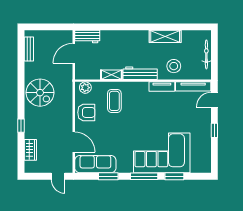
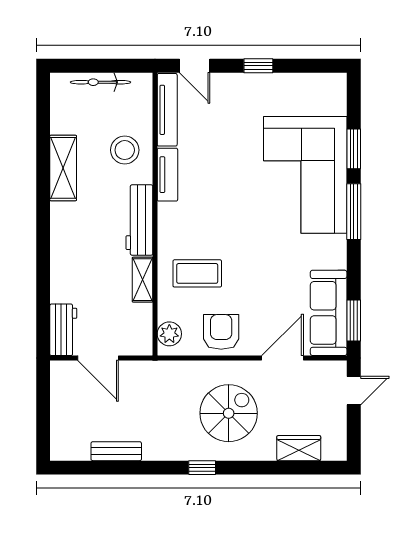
bench: (29, 49) -> (116, 451), moved
spiral stairs: (40, 93) -> (229, 413), moved
window: (21, 126) -> (202, 468), moved
window: (108, 176) -> (354, 321), moved

